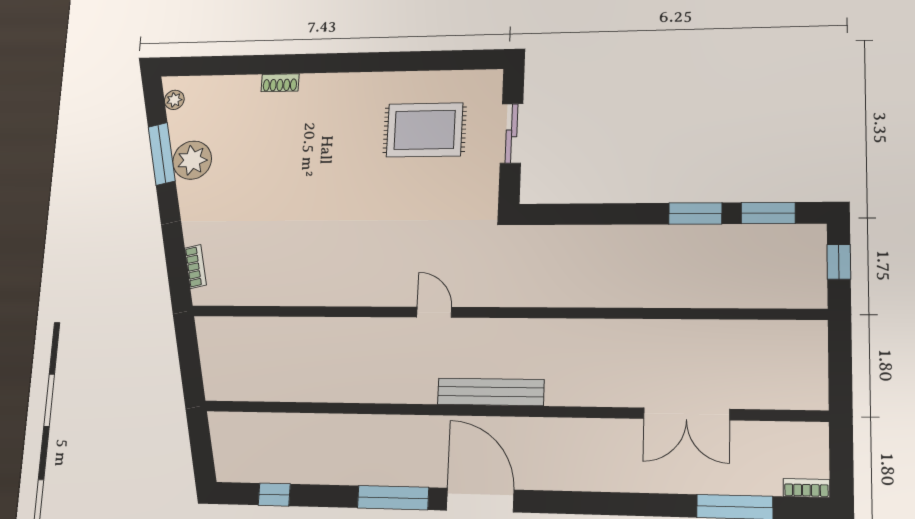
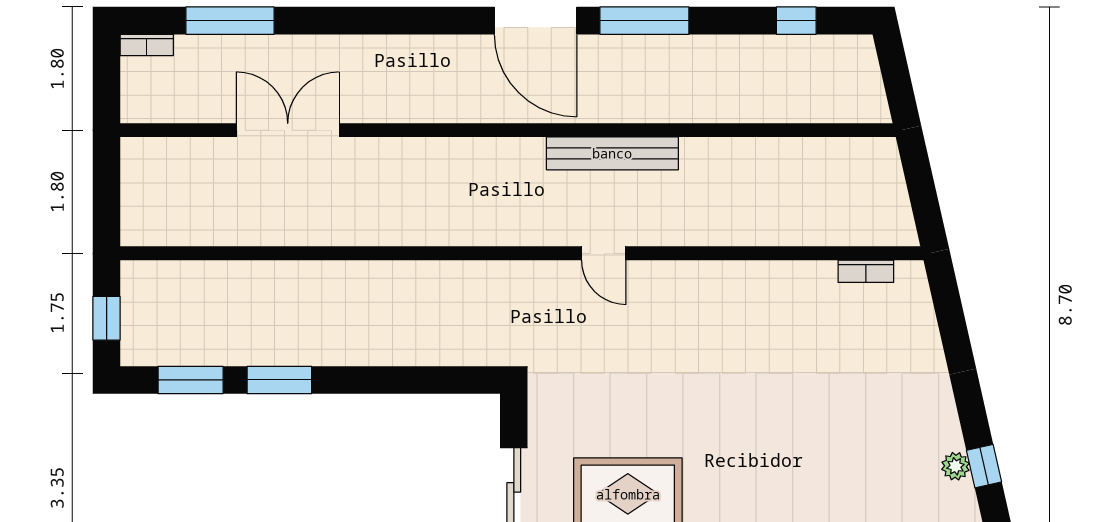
window: (162, 154) -> (984, 466), width x0.46
plant: (192, 160) -> (955, 466), width x0.53, depth x0.53
bookcase: (195, 267) -> (866, 271), moved, turned -77
bench: (491, 392) -> (612, 153), moved

